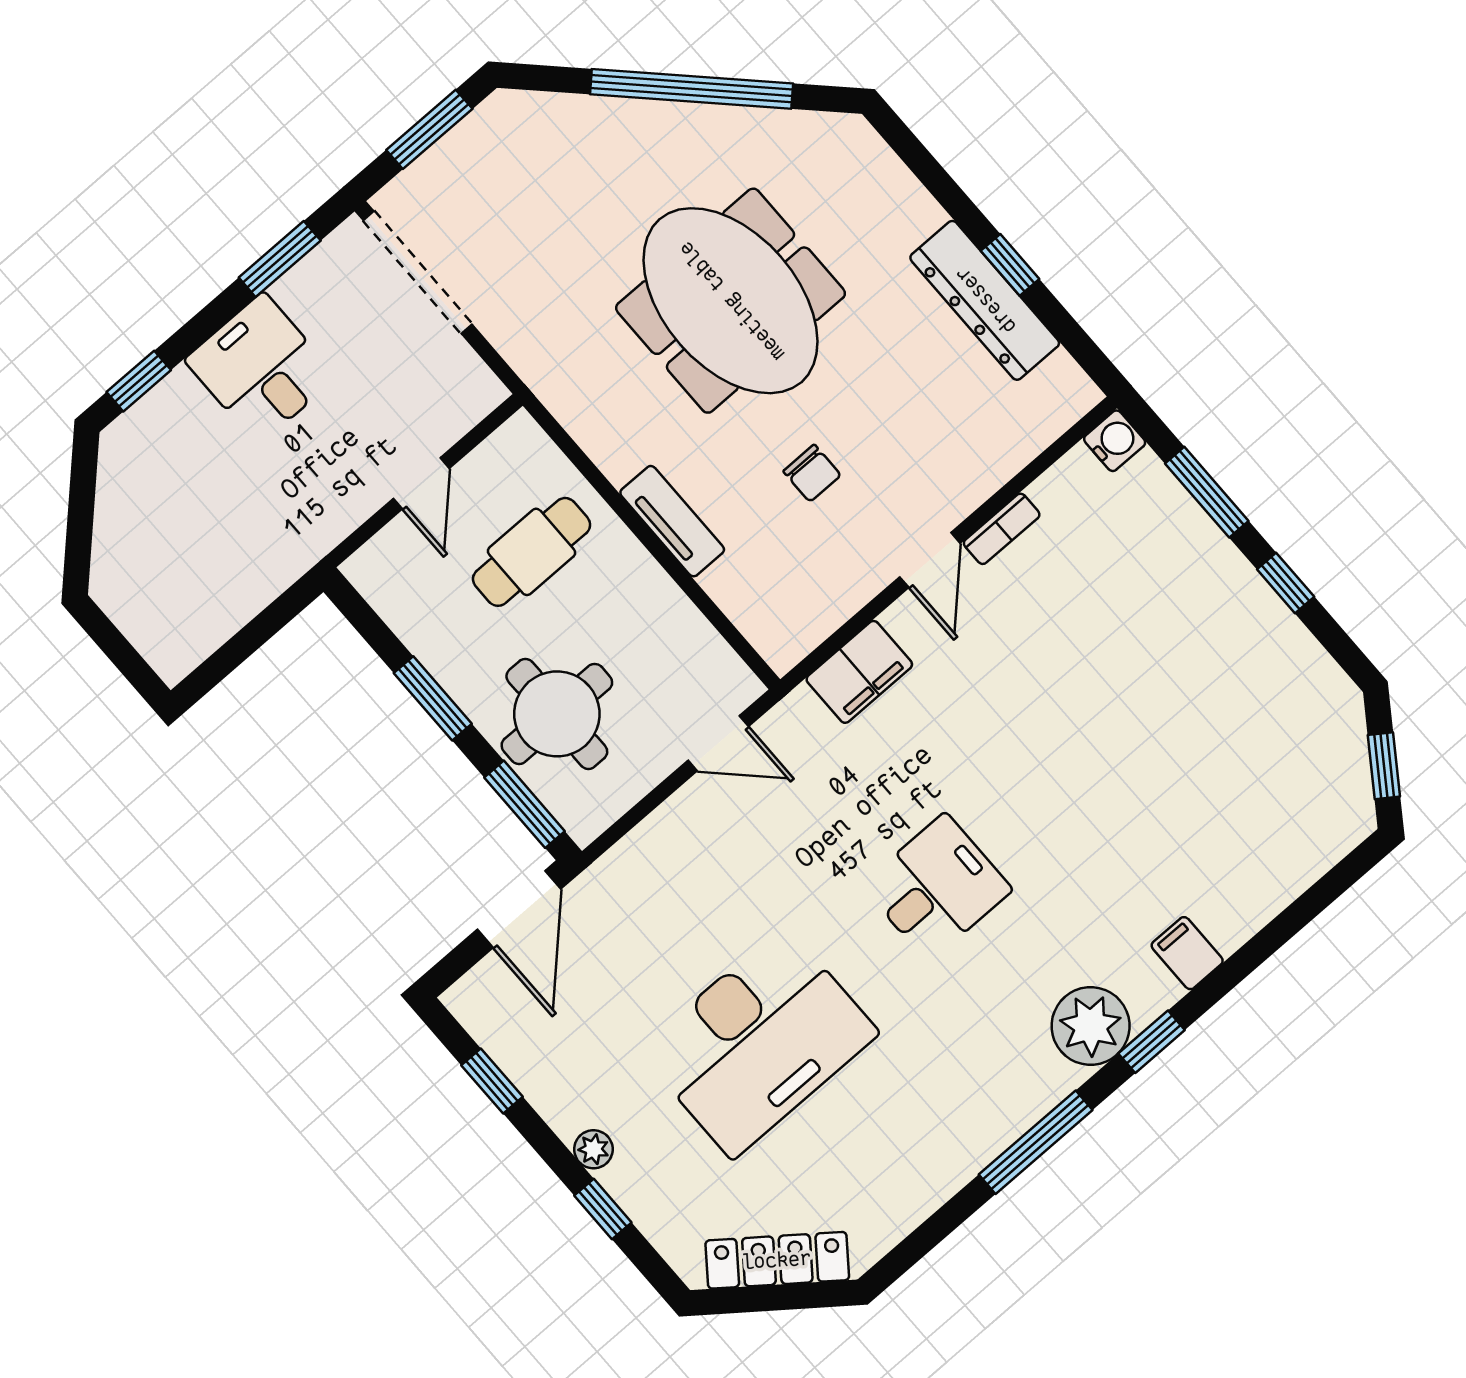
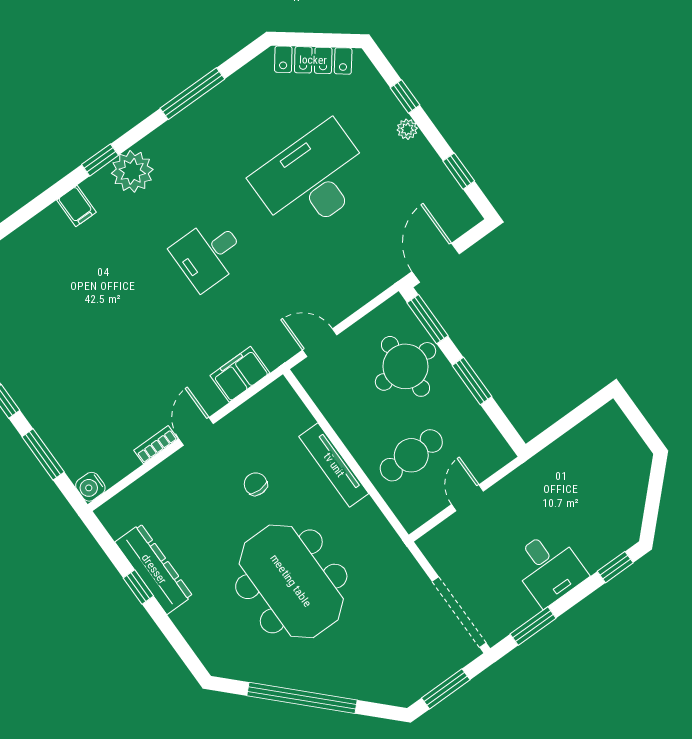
tv unit: (672, 521) -> (334, 465), width x1.41
window: (1036, 1142) -> (192, 94), moved

